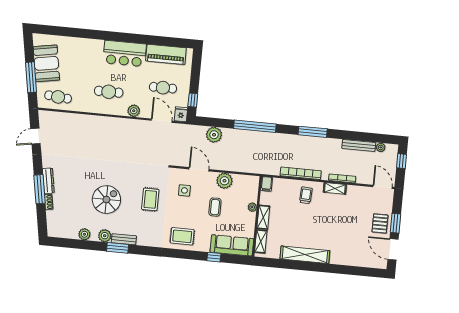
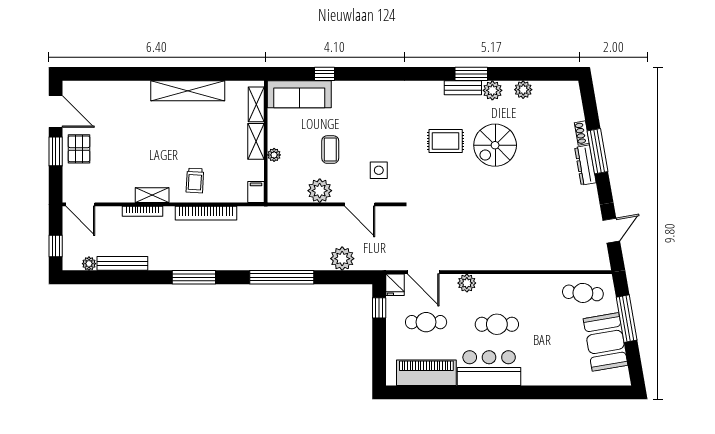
cafe table: (109, 92) -> (497, 324), moved
rug: (150, 199) -> (446, 141), moved, turned 90
rug: (182, 236) -> (375, 101), removed

